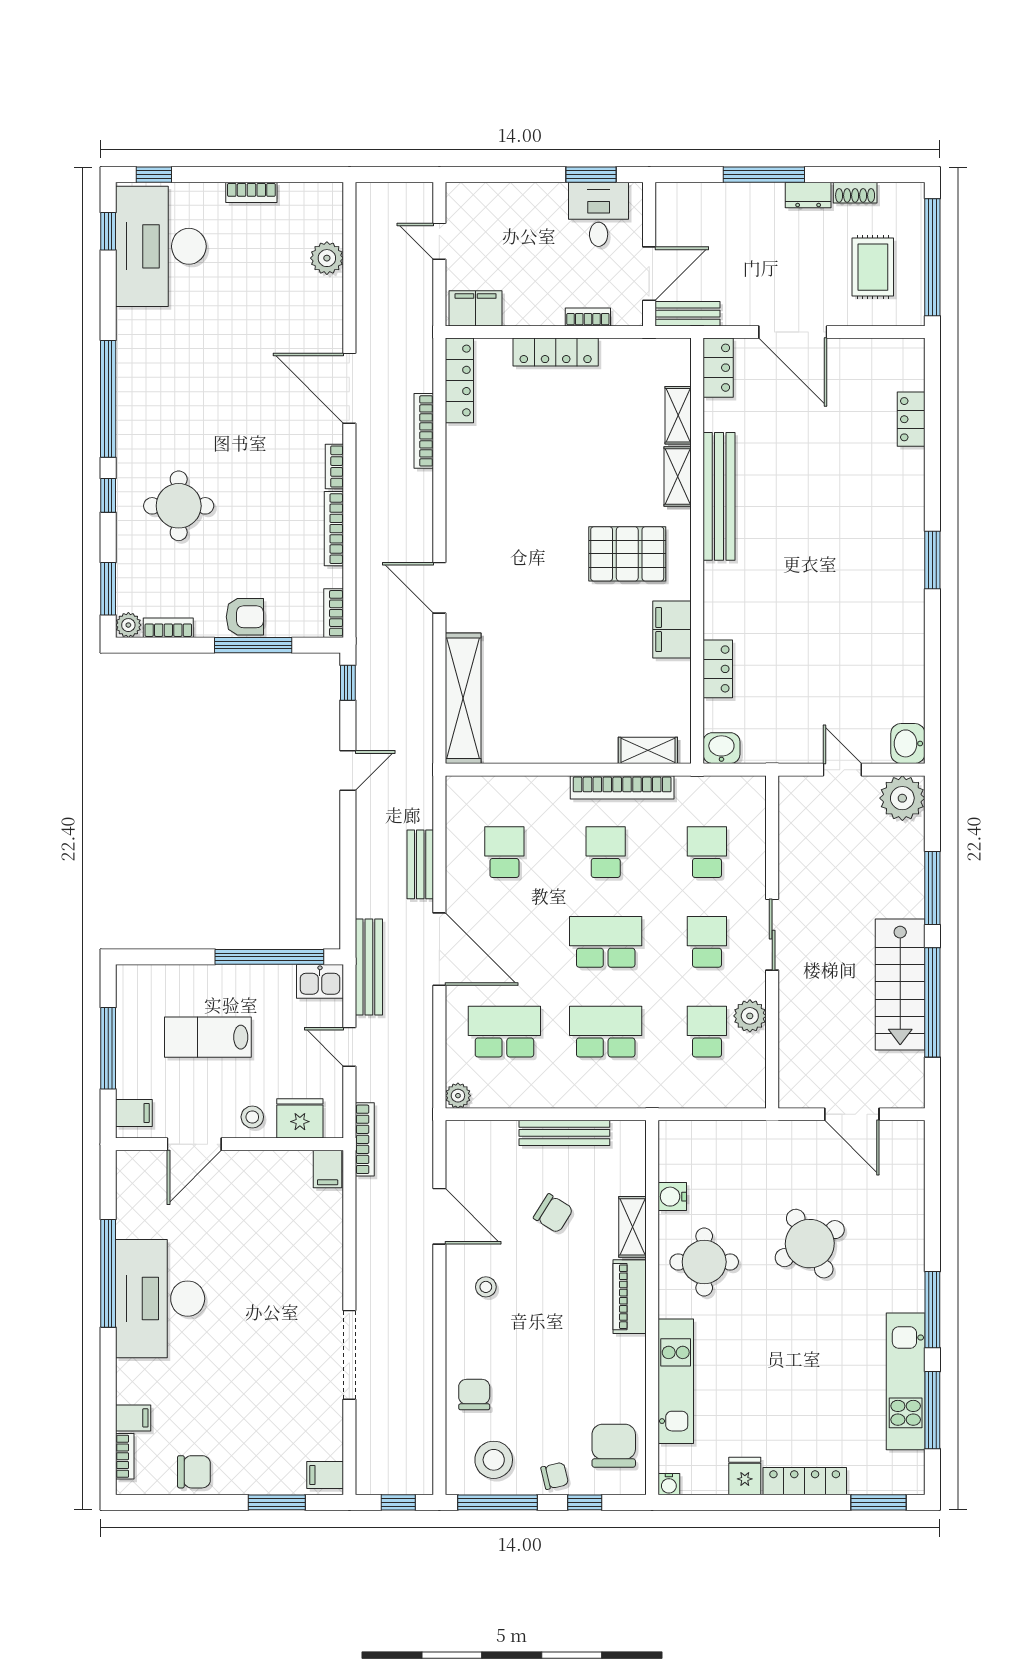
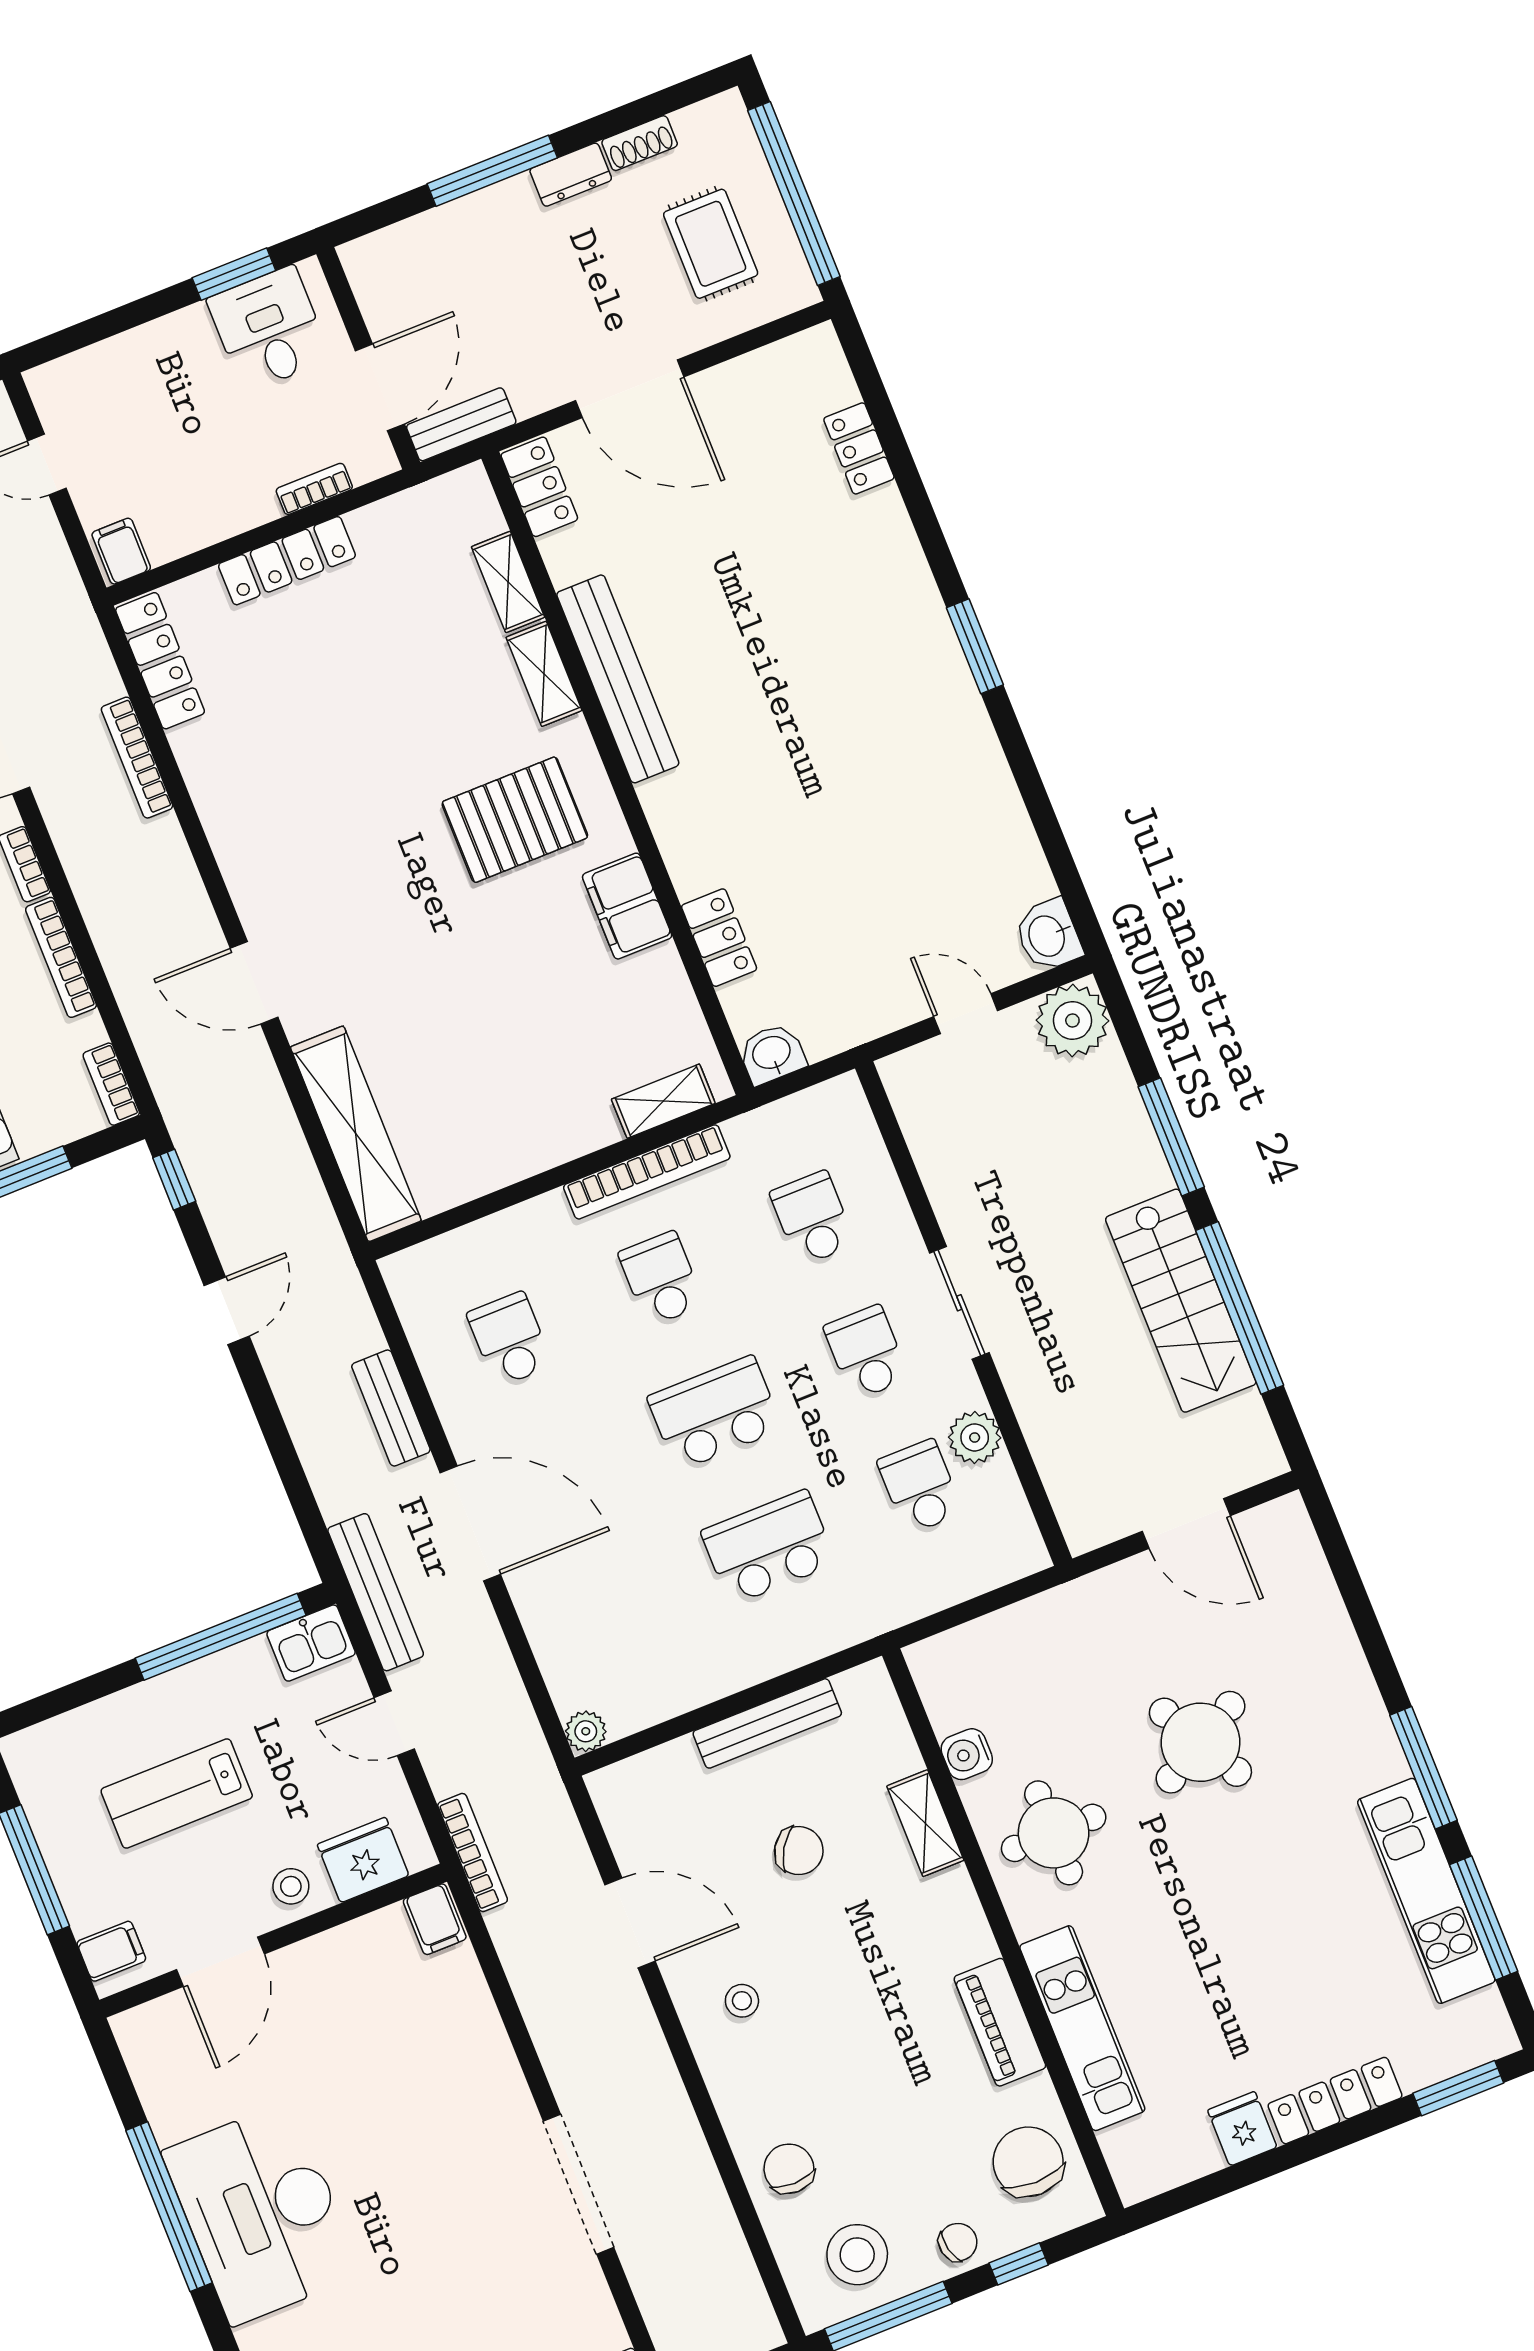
filing cabinet: (476, 308) -> (121, 551), width x0.50
school desk: (504, 1032) -> (617, 1608), removed
piano: (630, 1297) -> (1000, 2022), moved
water cooler: (669, 1484) -> (1134, 2186), removed

